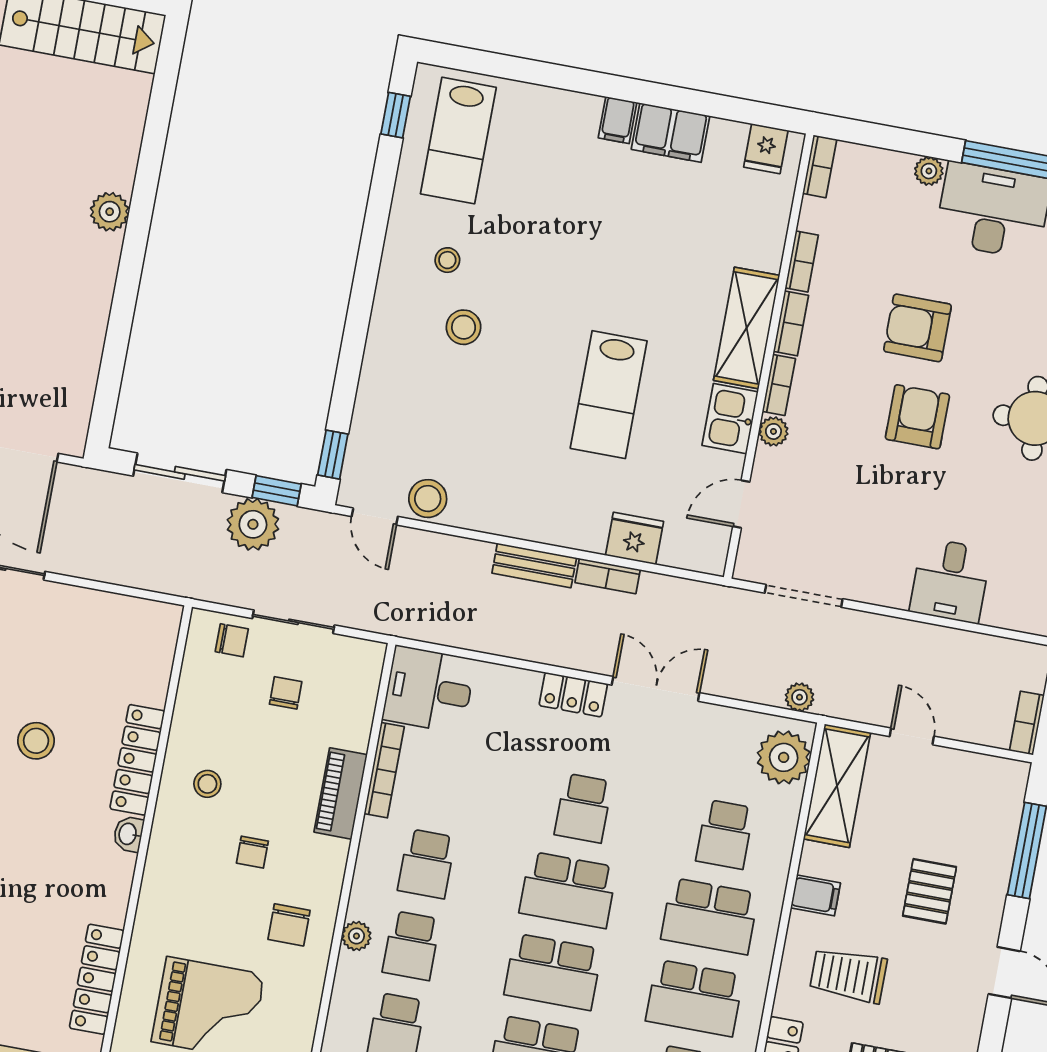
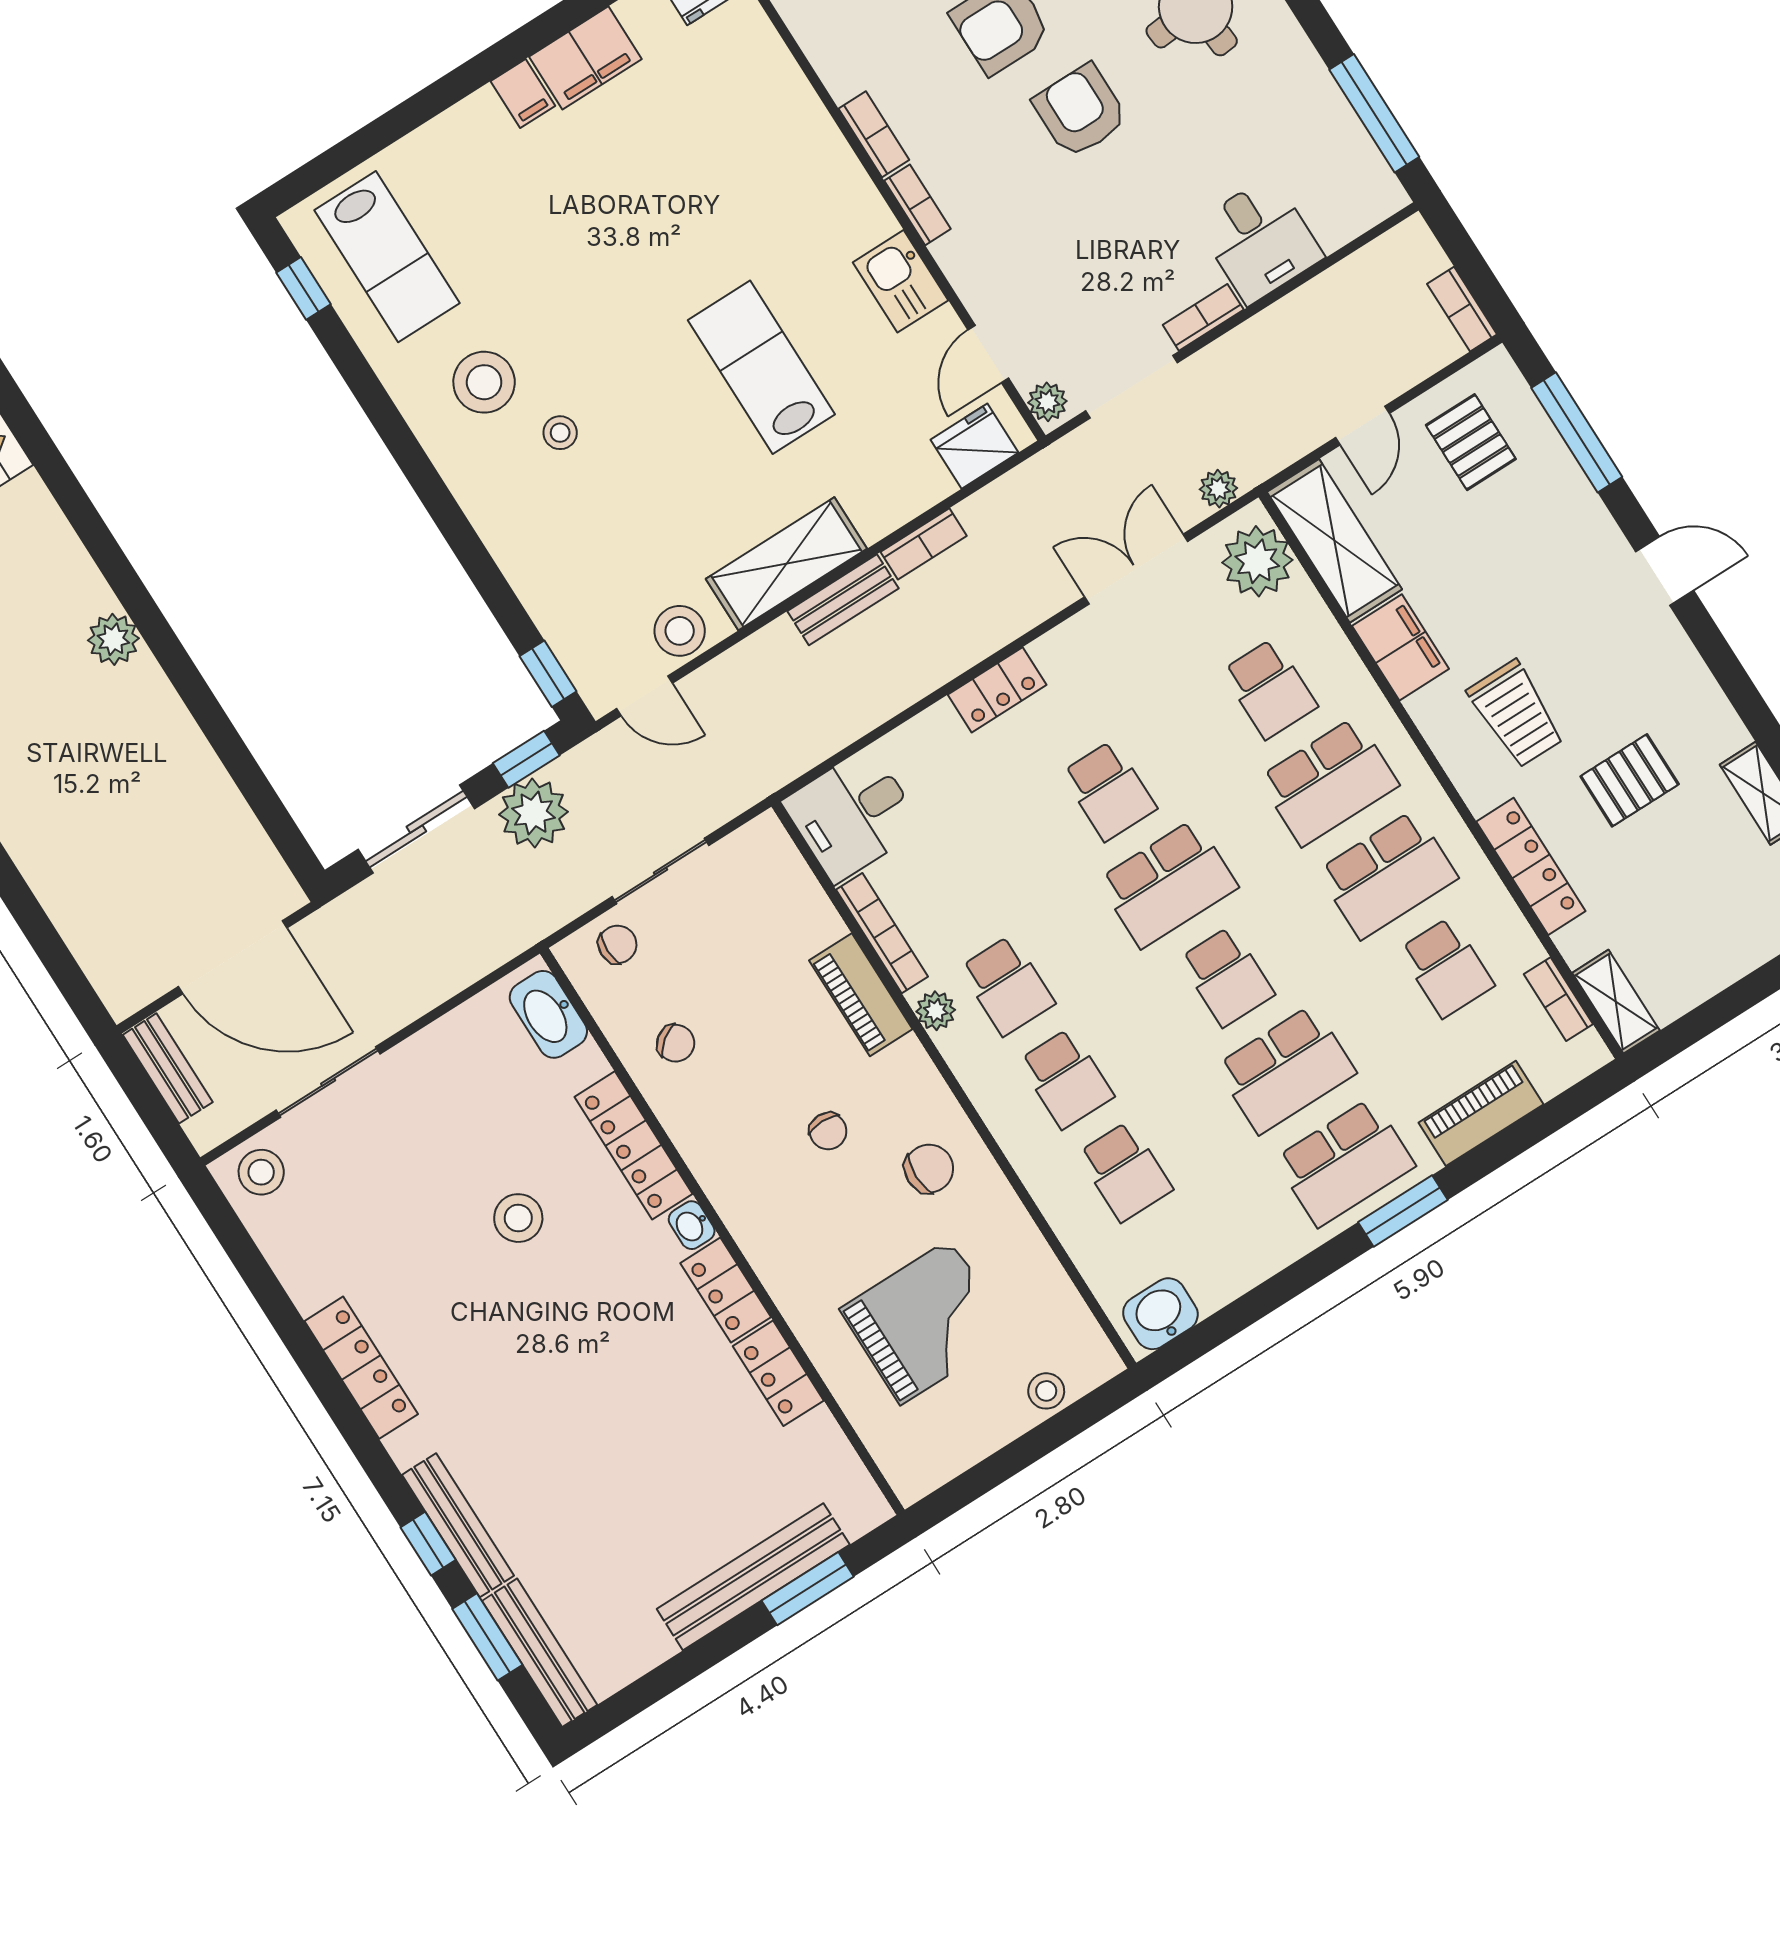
stool: (447, 260) -> (484, 382), width x1.89, depth x1.89
bookcase: (802, 262) -> (1203, 317), moved, turned -90
stool: (464, 327) -> (560, 433), width x0.73, depth x0.73
shelving: (747, 328) -> (786, 564), moved, turned 90
lab bench: (609, 395) -> (761, 367), turned 180
plant: (773, 431) -> (1047, 402), moved
fridge: (634, 538) -> (975, 446), moved
washbasin: (158, 643) -> (548, 1014), added
double door: (656, 689) -> (1136, 569), moved
chair: (286, 693) -> (676, 1043), moved, turned 143
door: (912, 736) -> (1363, 426), swing flipped
stool: (207, 784) -> (723, 1105), removed
locker: (114, 887) -> (726, 1290), added
pallet: (930, 891) -> (1471, 442), moved
filing cabinet: (816, 895) -> (1401, 647), width x2.00
chair: (289, 925) -> (929, 1169), turned -90
plant: (356, 936) -> (936, 1011), moved
school desk: (553, 972) -> (1227, 977), width x0.54
trolley: (848, 975) -> (1516, 714), turned -90
locker: (97, 979) -> (778, 1373), width x0.66

